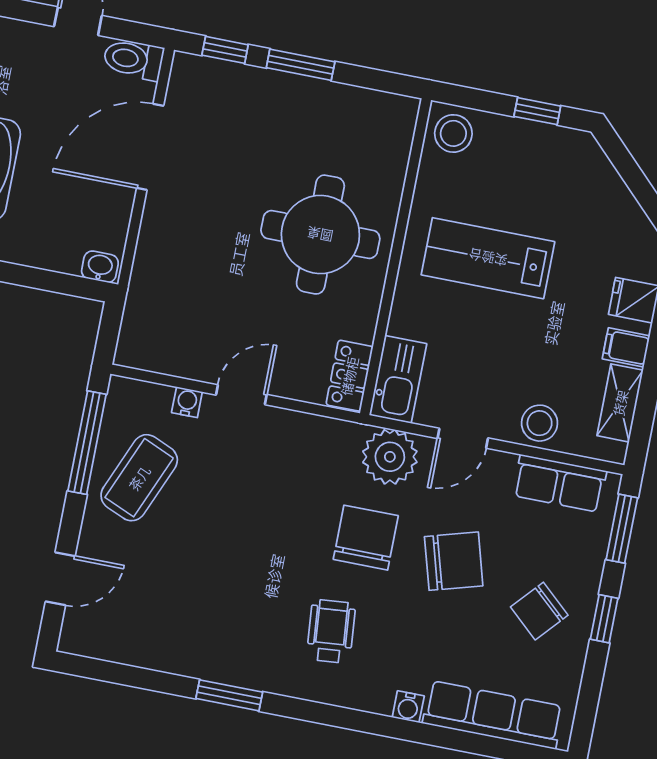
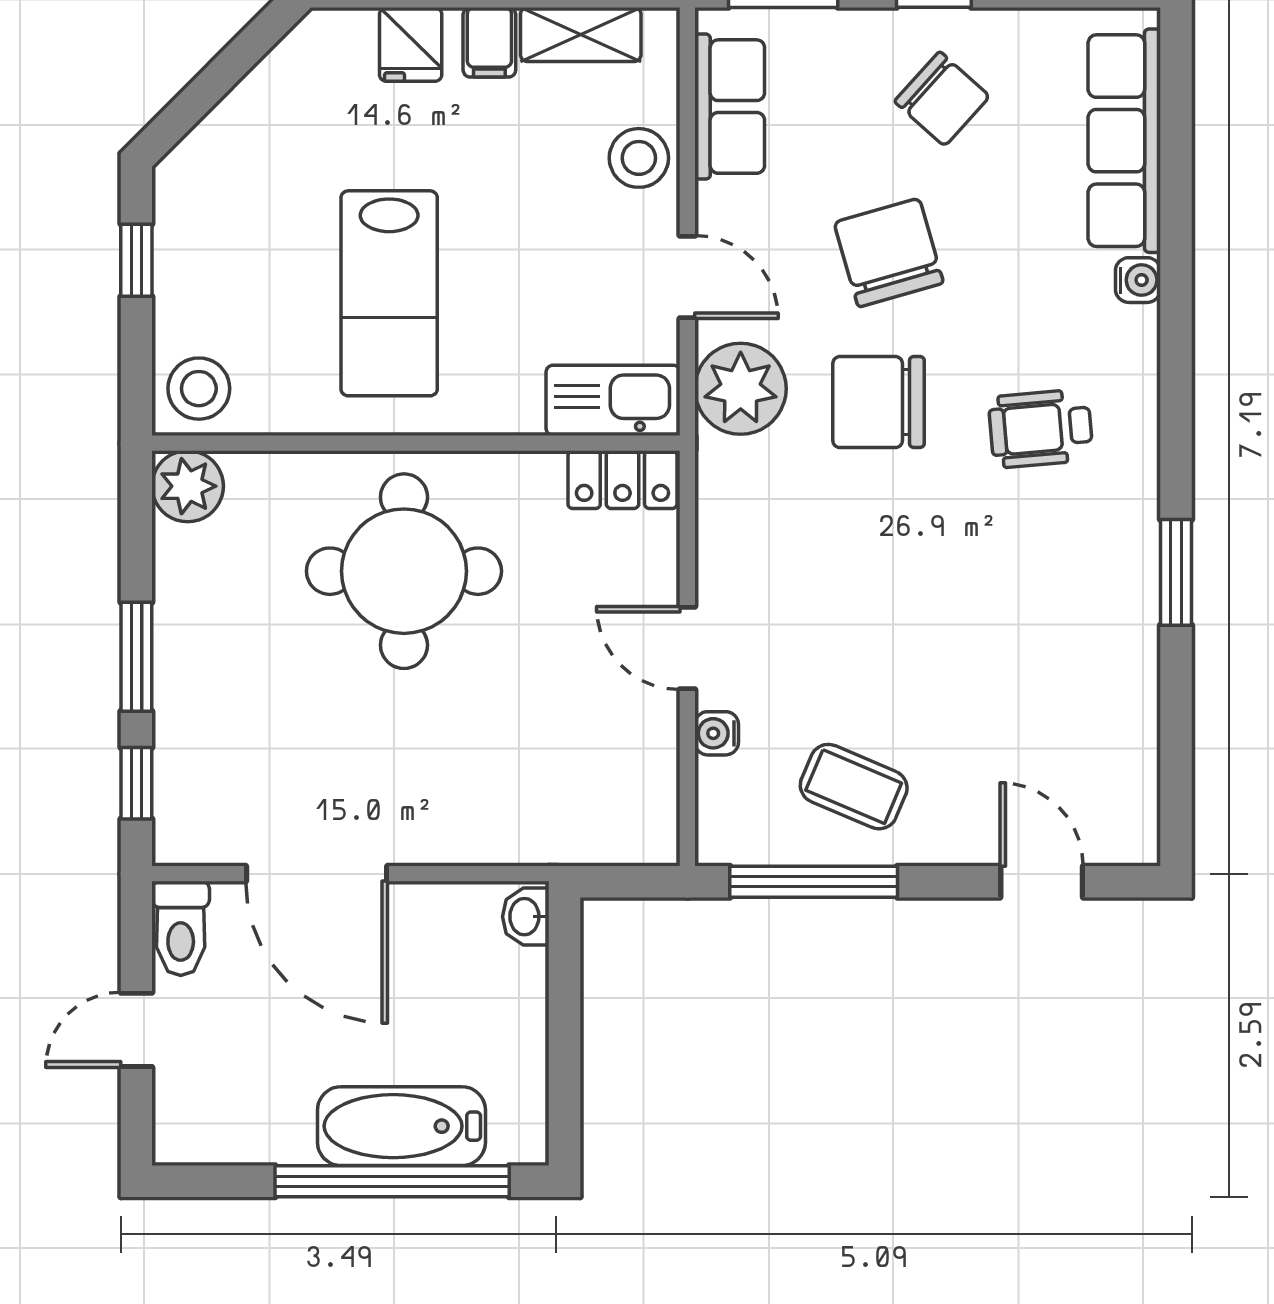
plant: (396, 115) -> (188, 486), added
coffee table: (139, 478) -> (854, 787), width x0.73, depth x0.77

